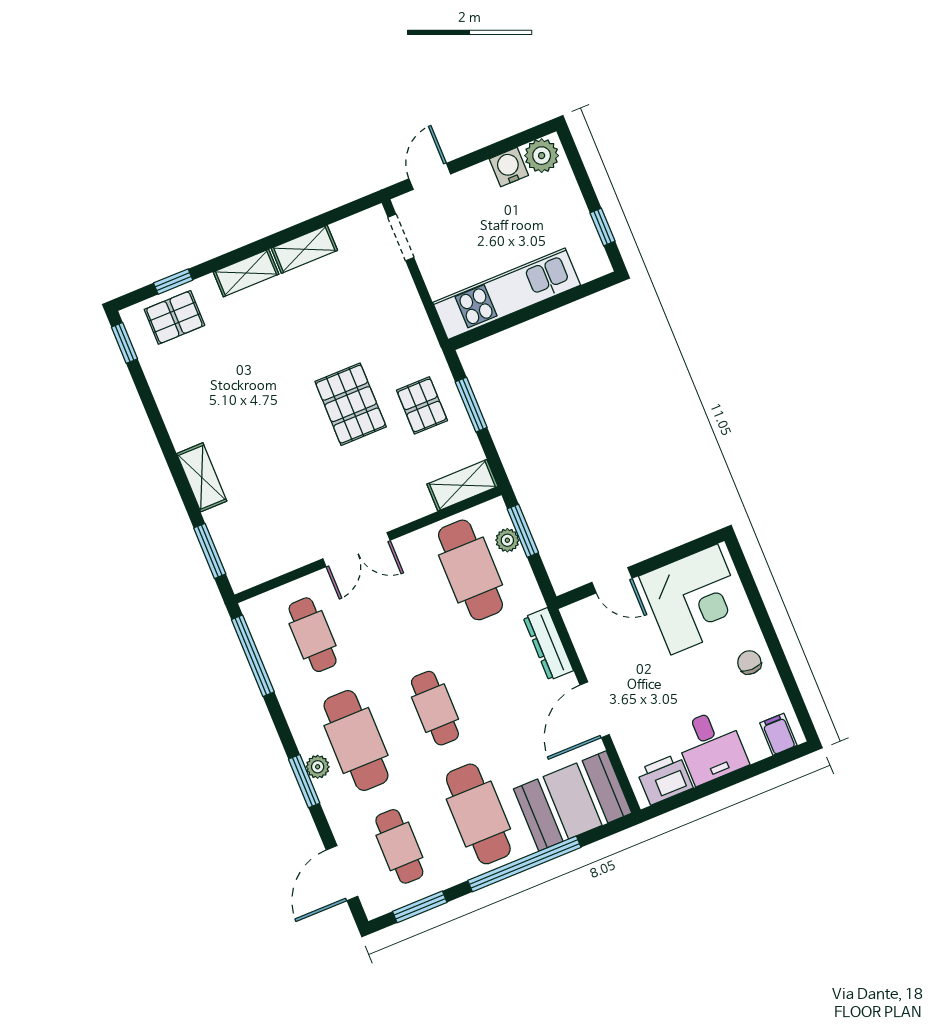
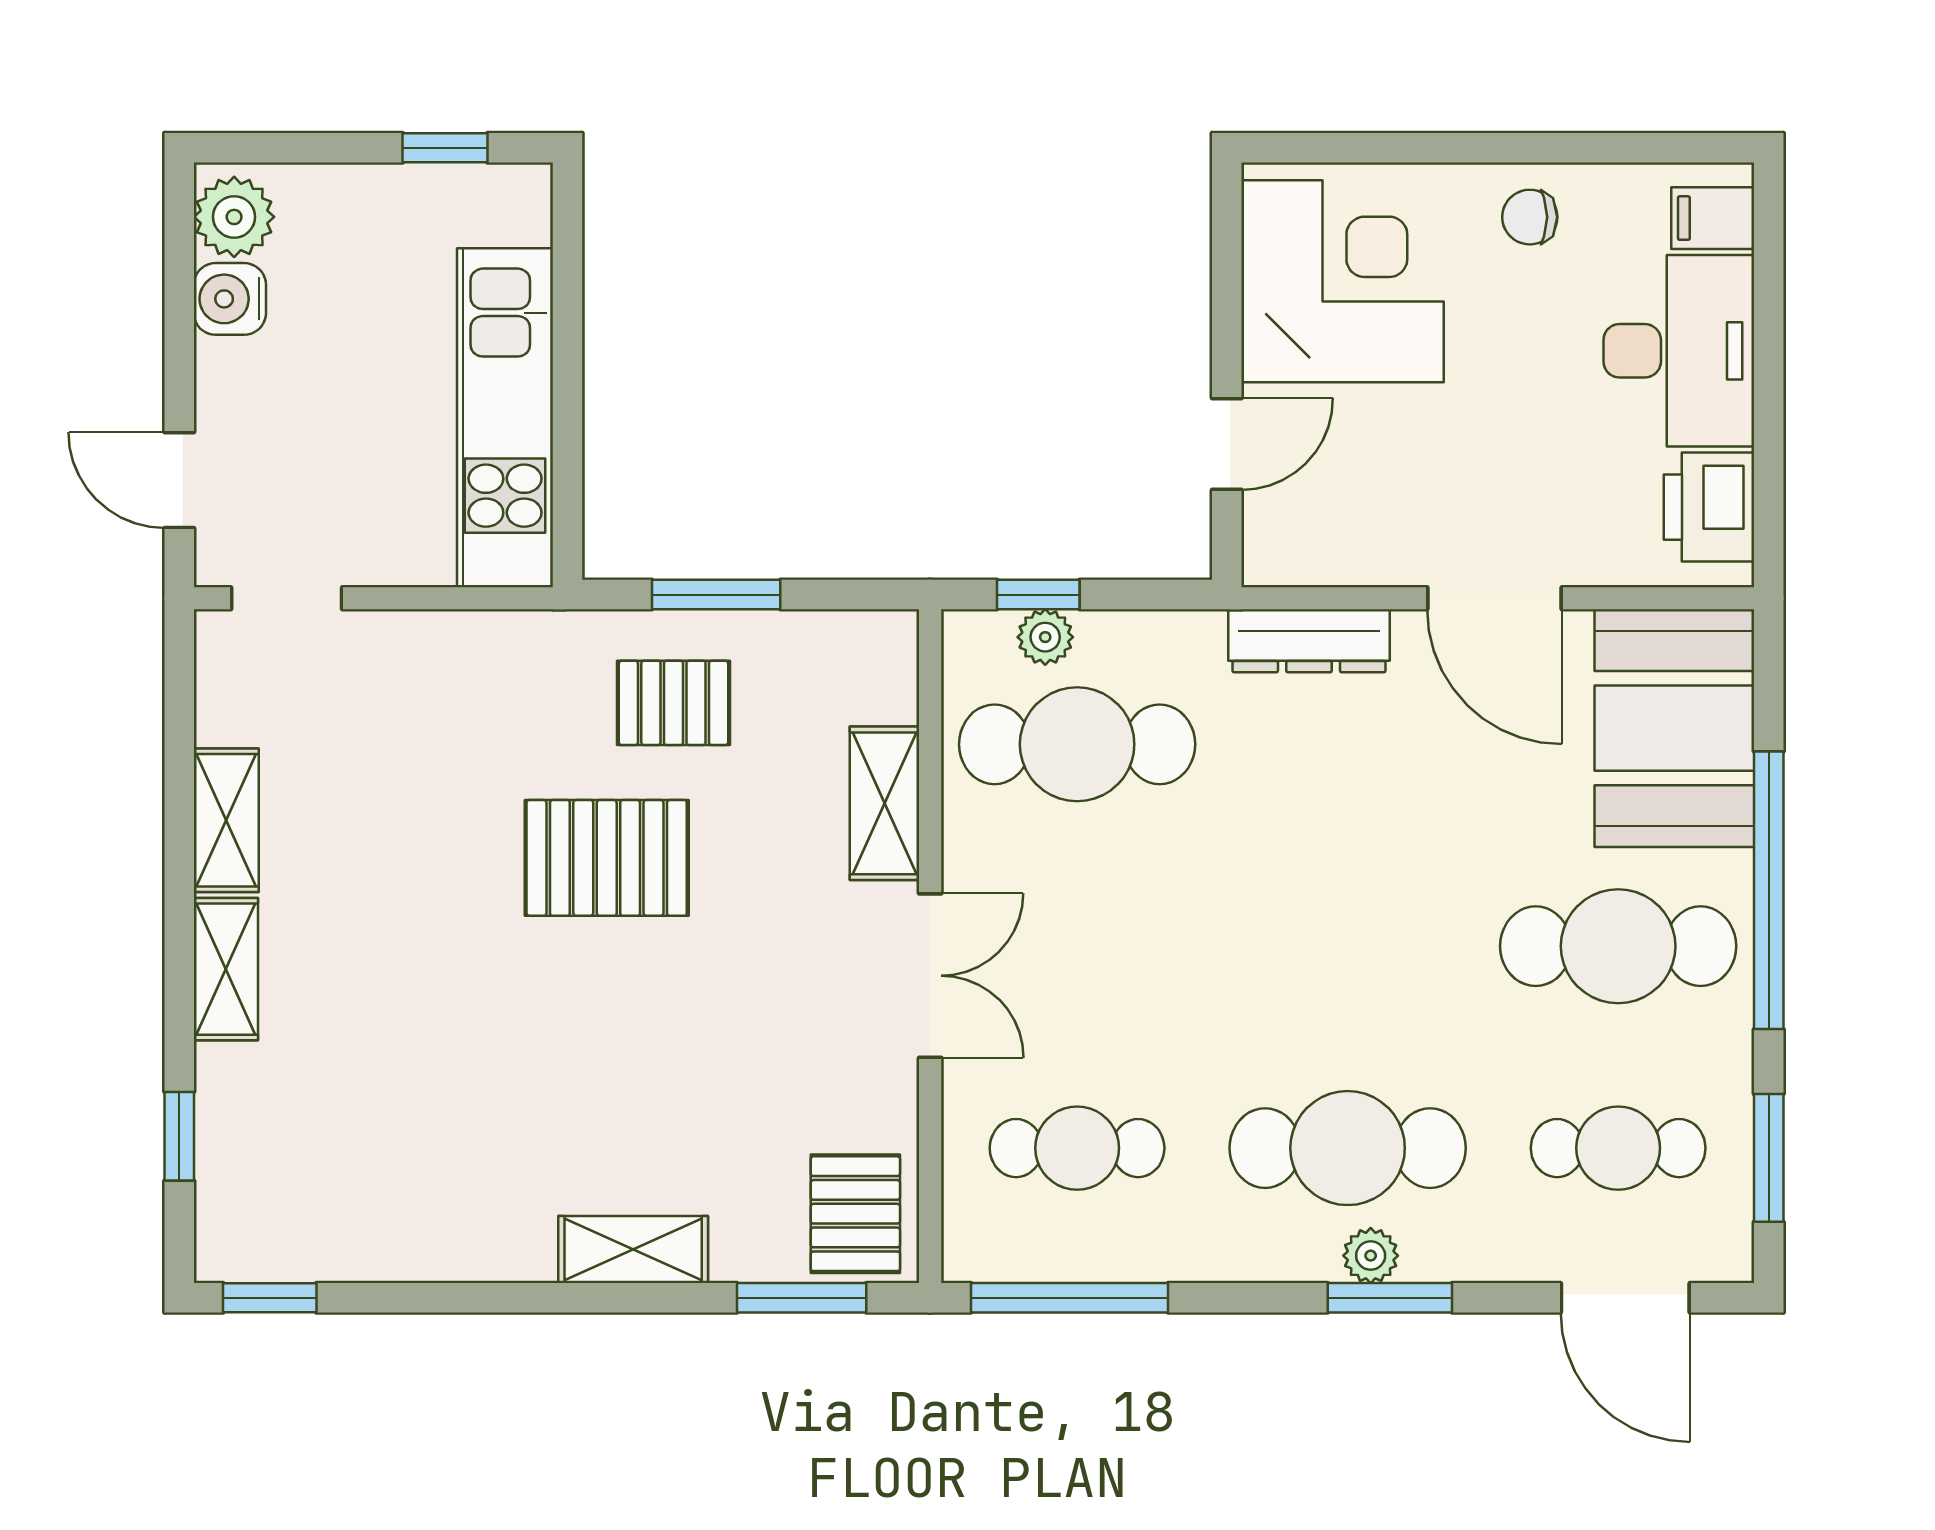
pallet: (174, 317) -> (855, 1214), moved
shelving: (462, 485) -> (885, 803), moved
window: (523, 531) -> (1038, 595), width x0.67
cafe table: (435, 708) -> (1348, 946), removed
desk: (711, 746) -> (1679, 351), width x1.37

